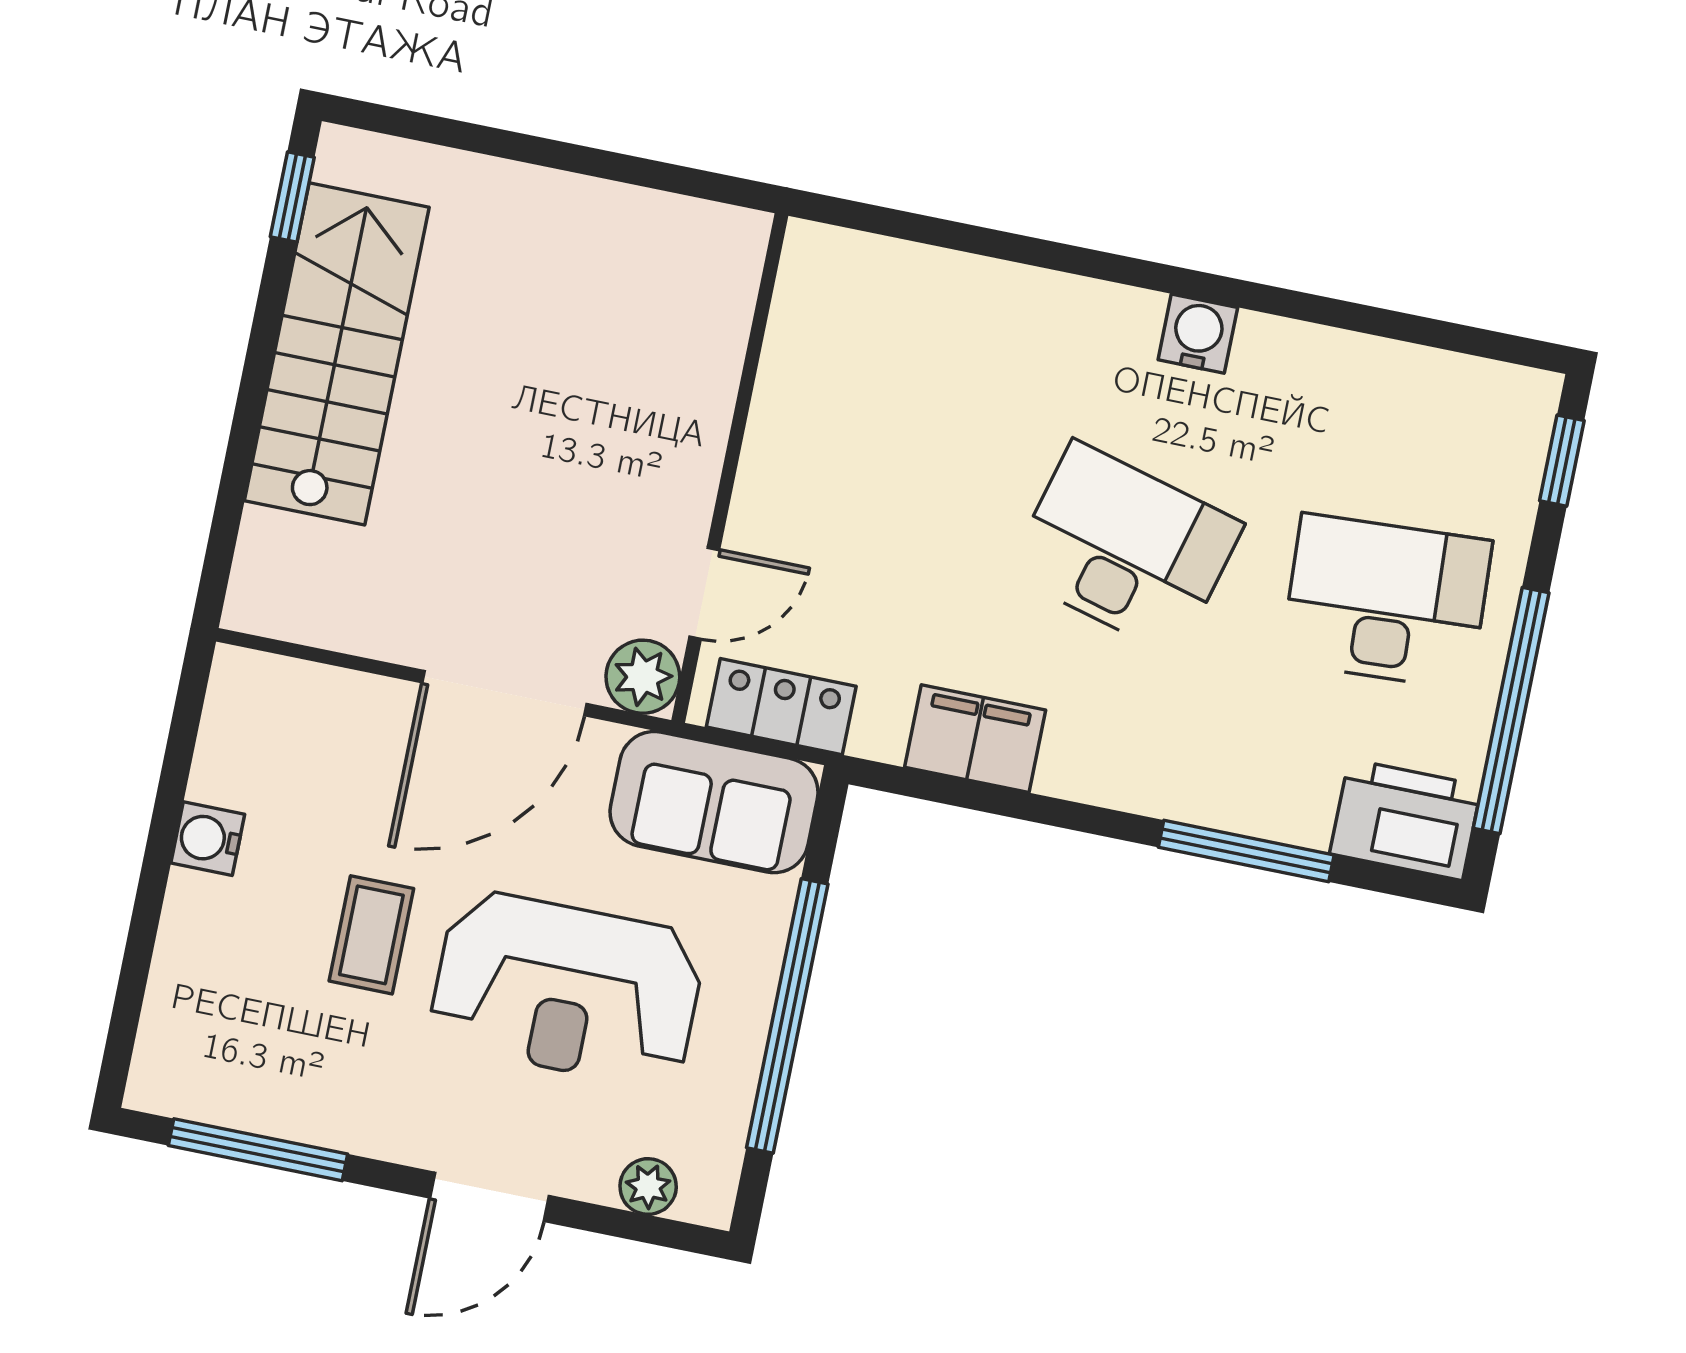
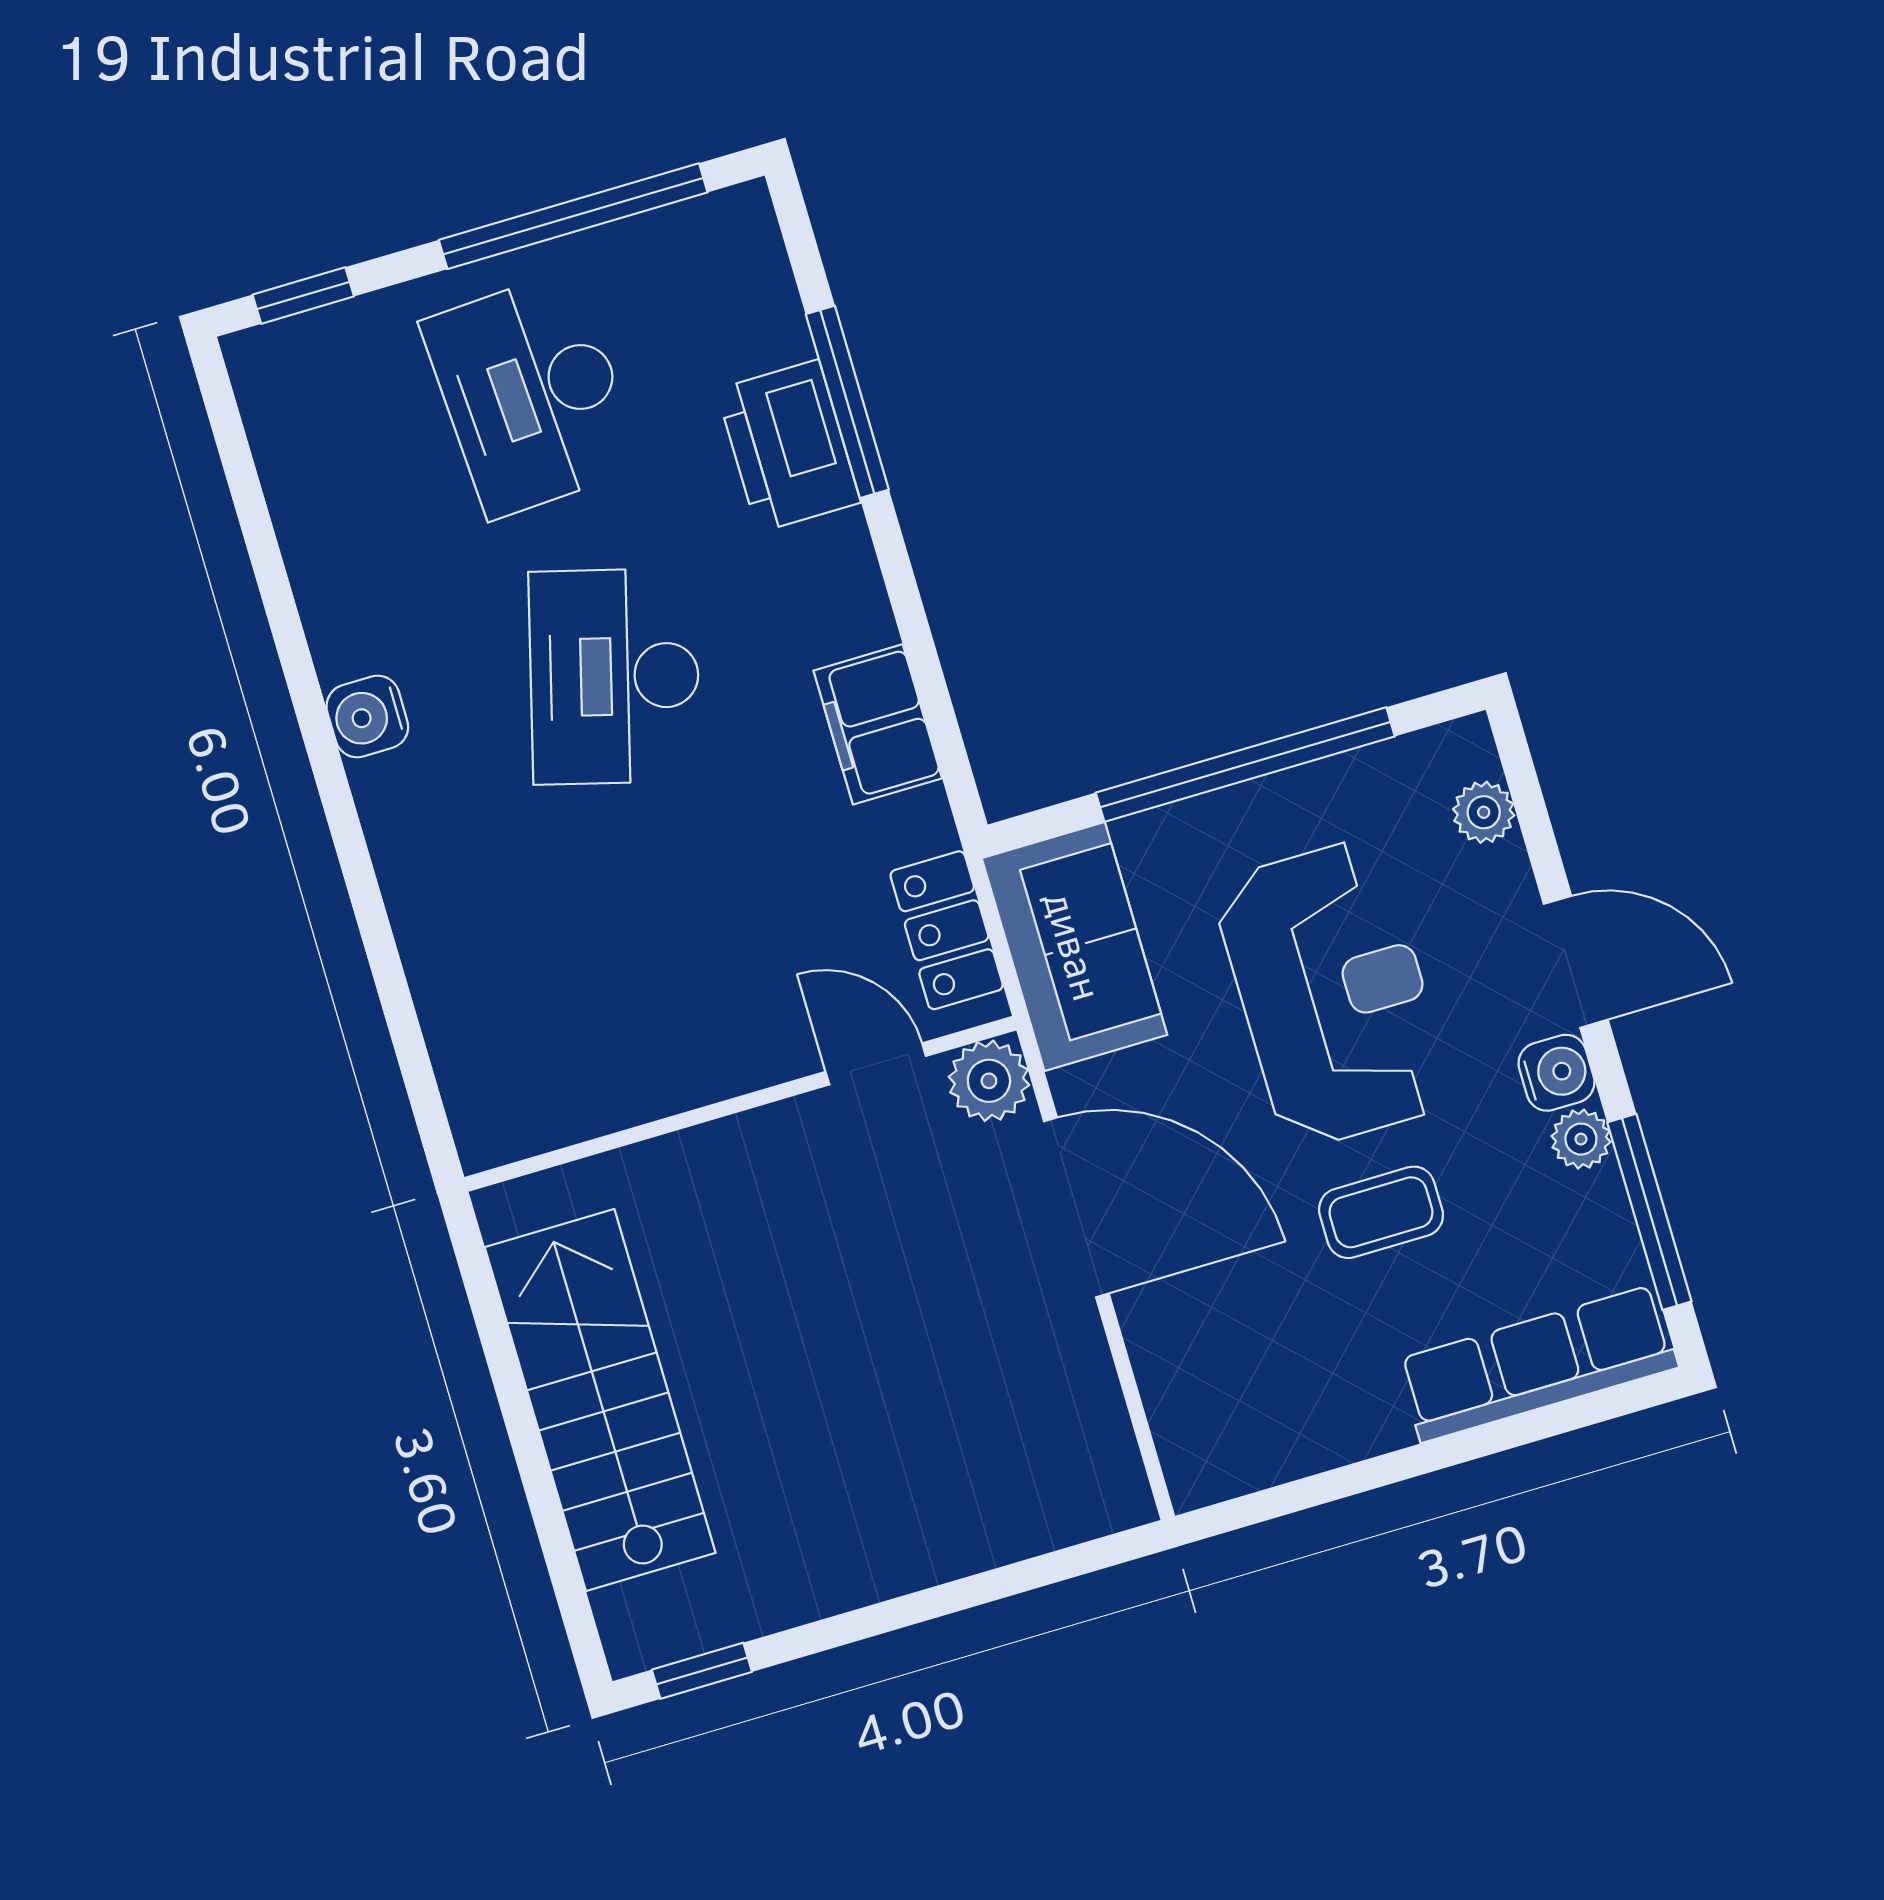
stairs: (337, 354) -> (600, 1400), moved, turned 90
printer: (1406, 820) -> (788, 446), moved
water cooler: (208, 839) -> (1556, 1073), moved, turned -90
row of seats: (184, 996) -> (1538, 1364), added
plant: (345, 1126) -> (1581, 1139), added

